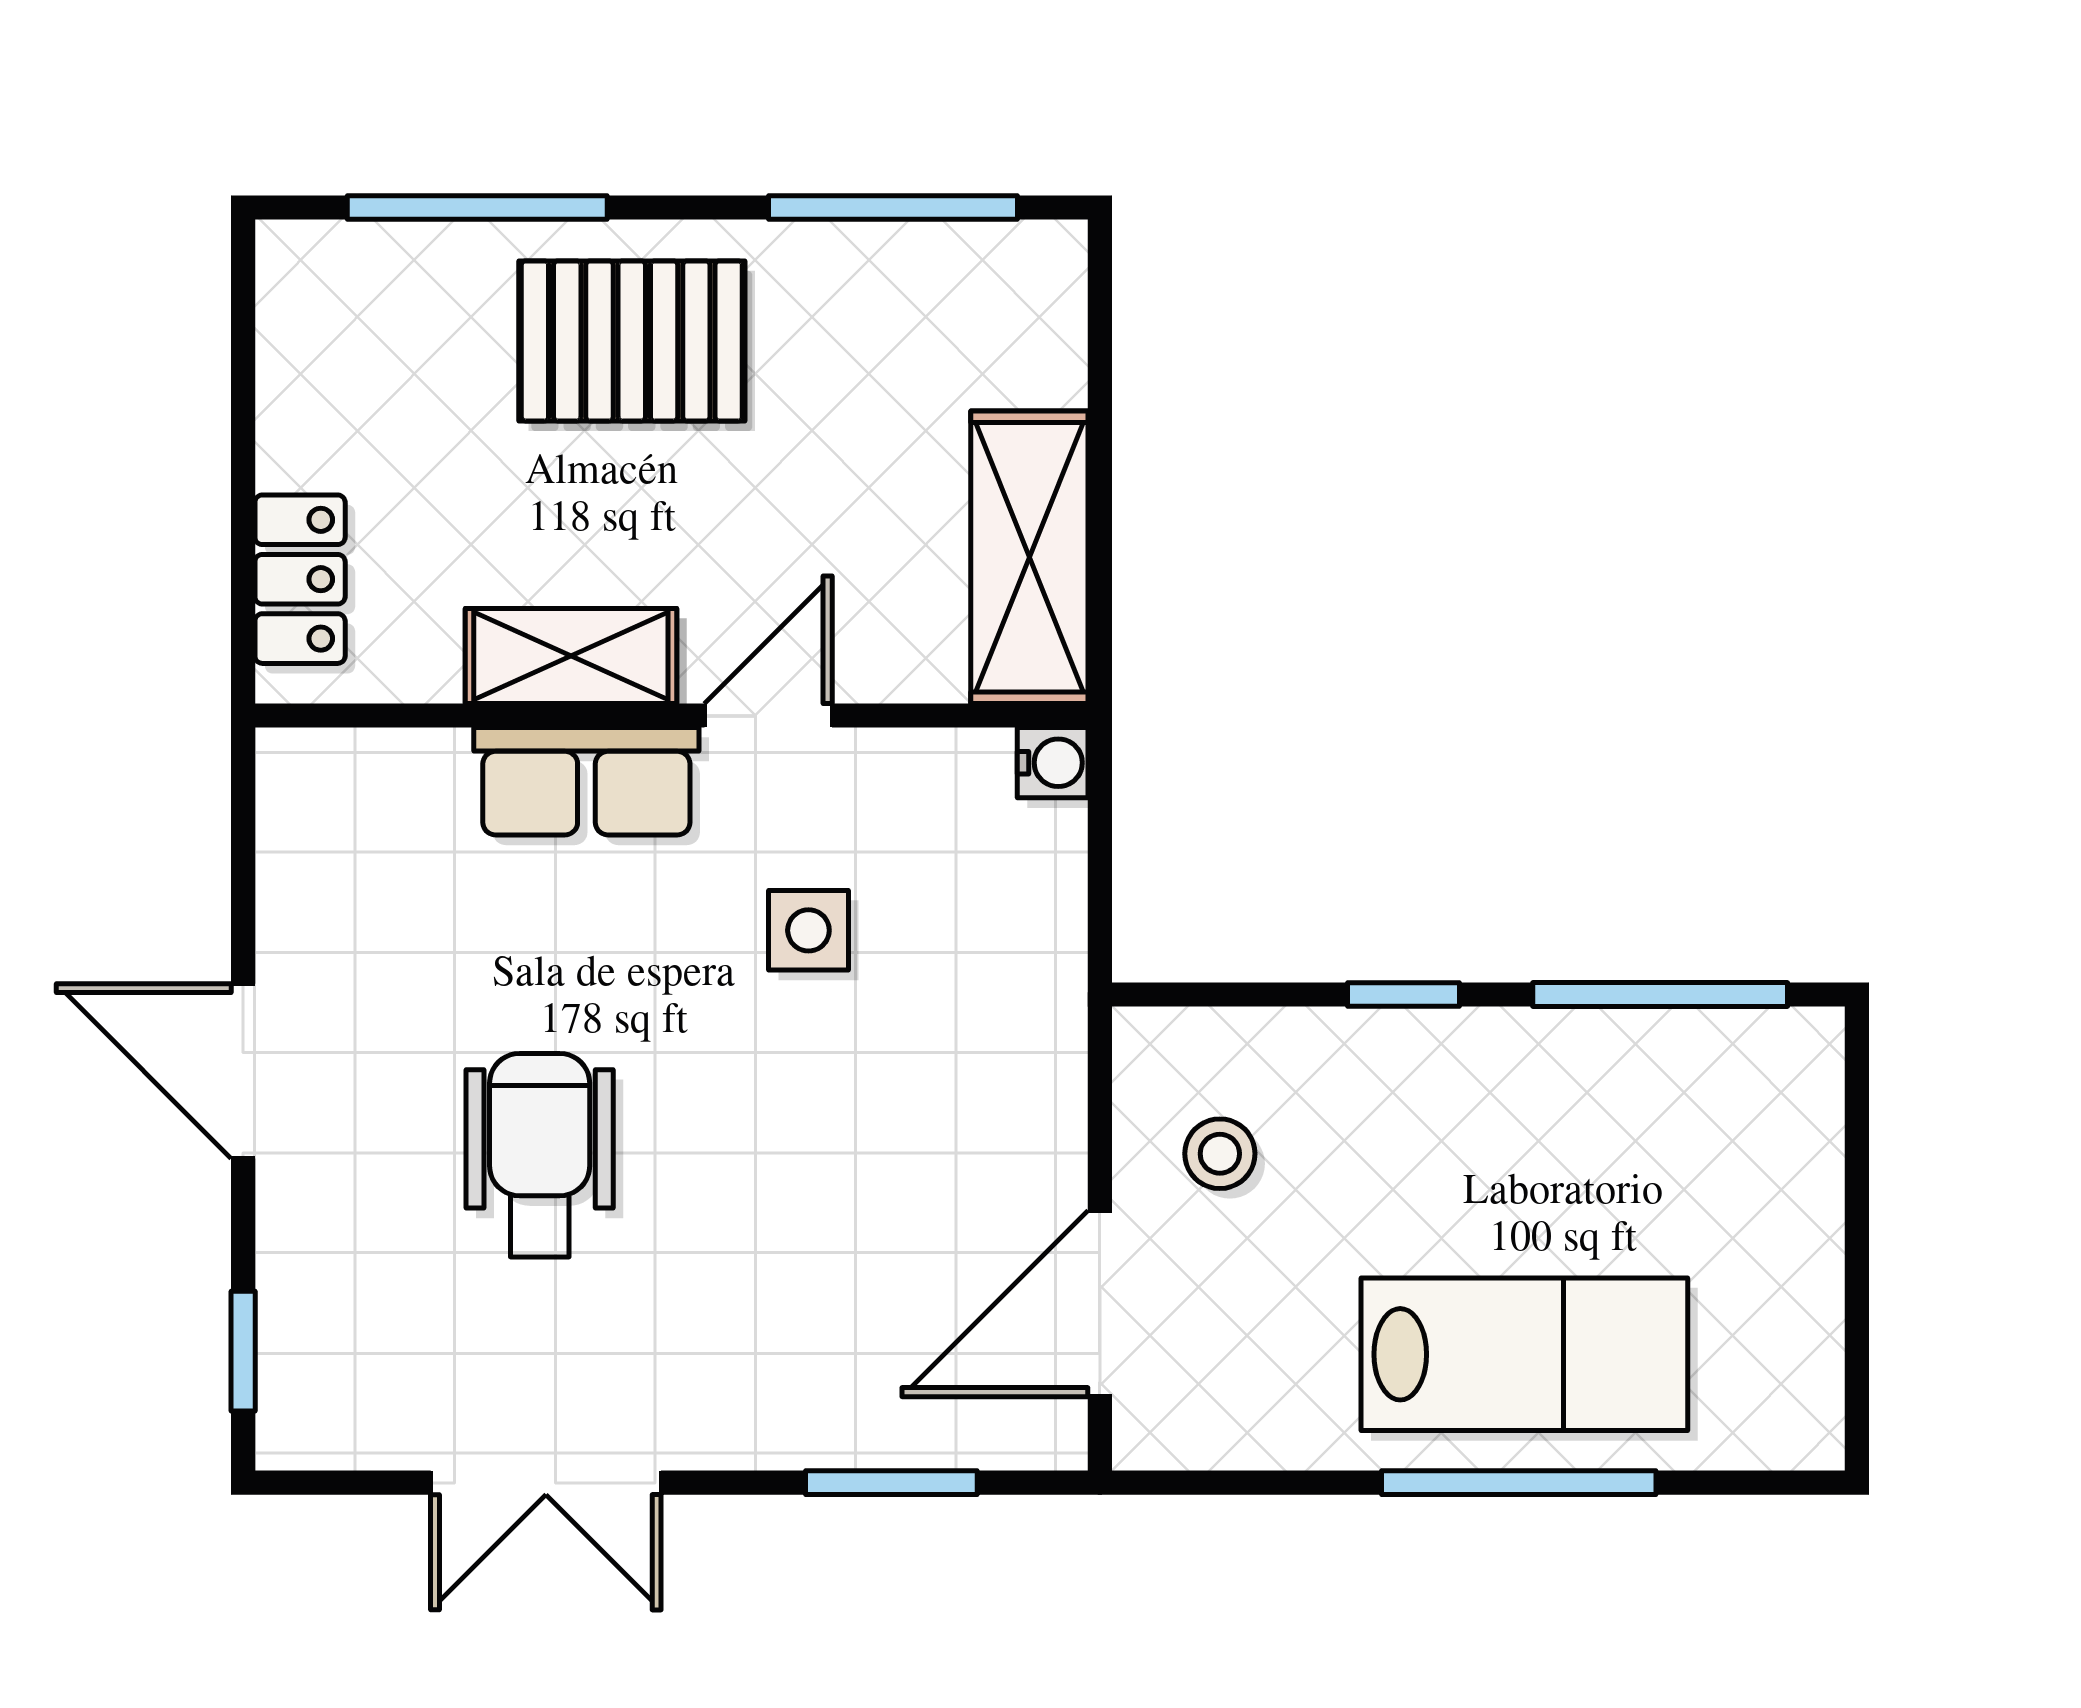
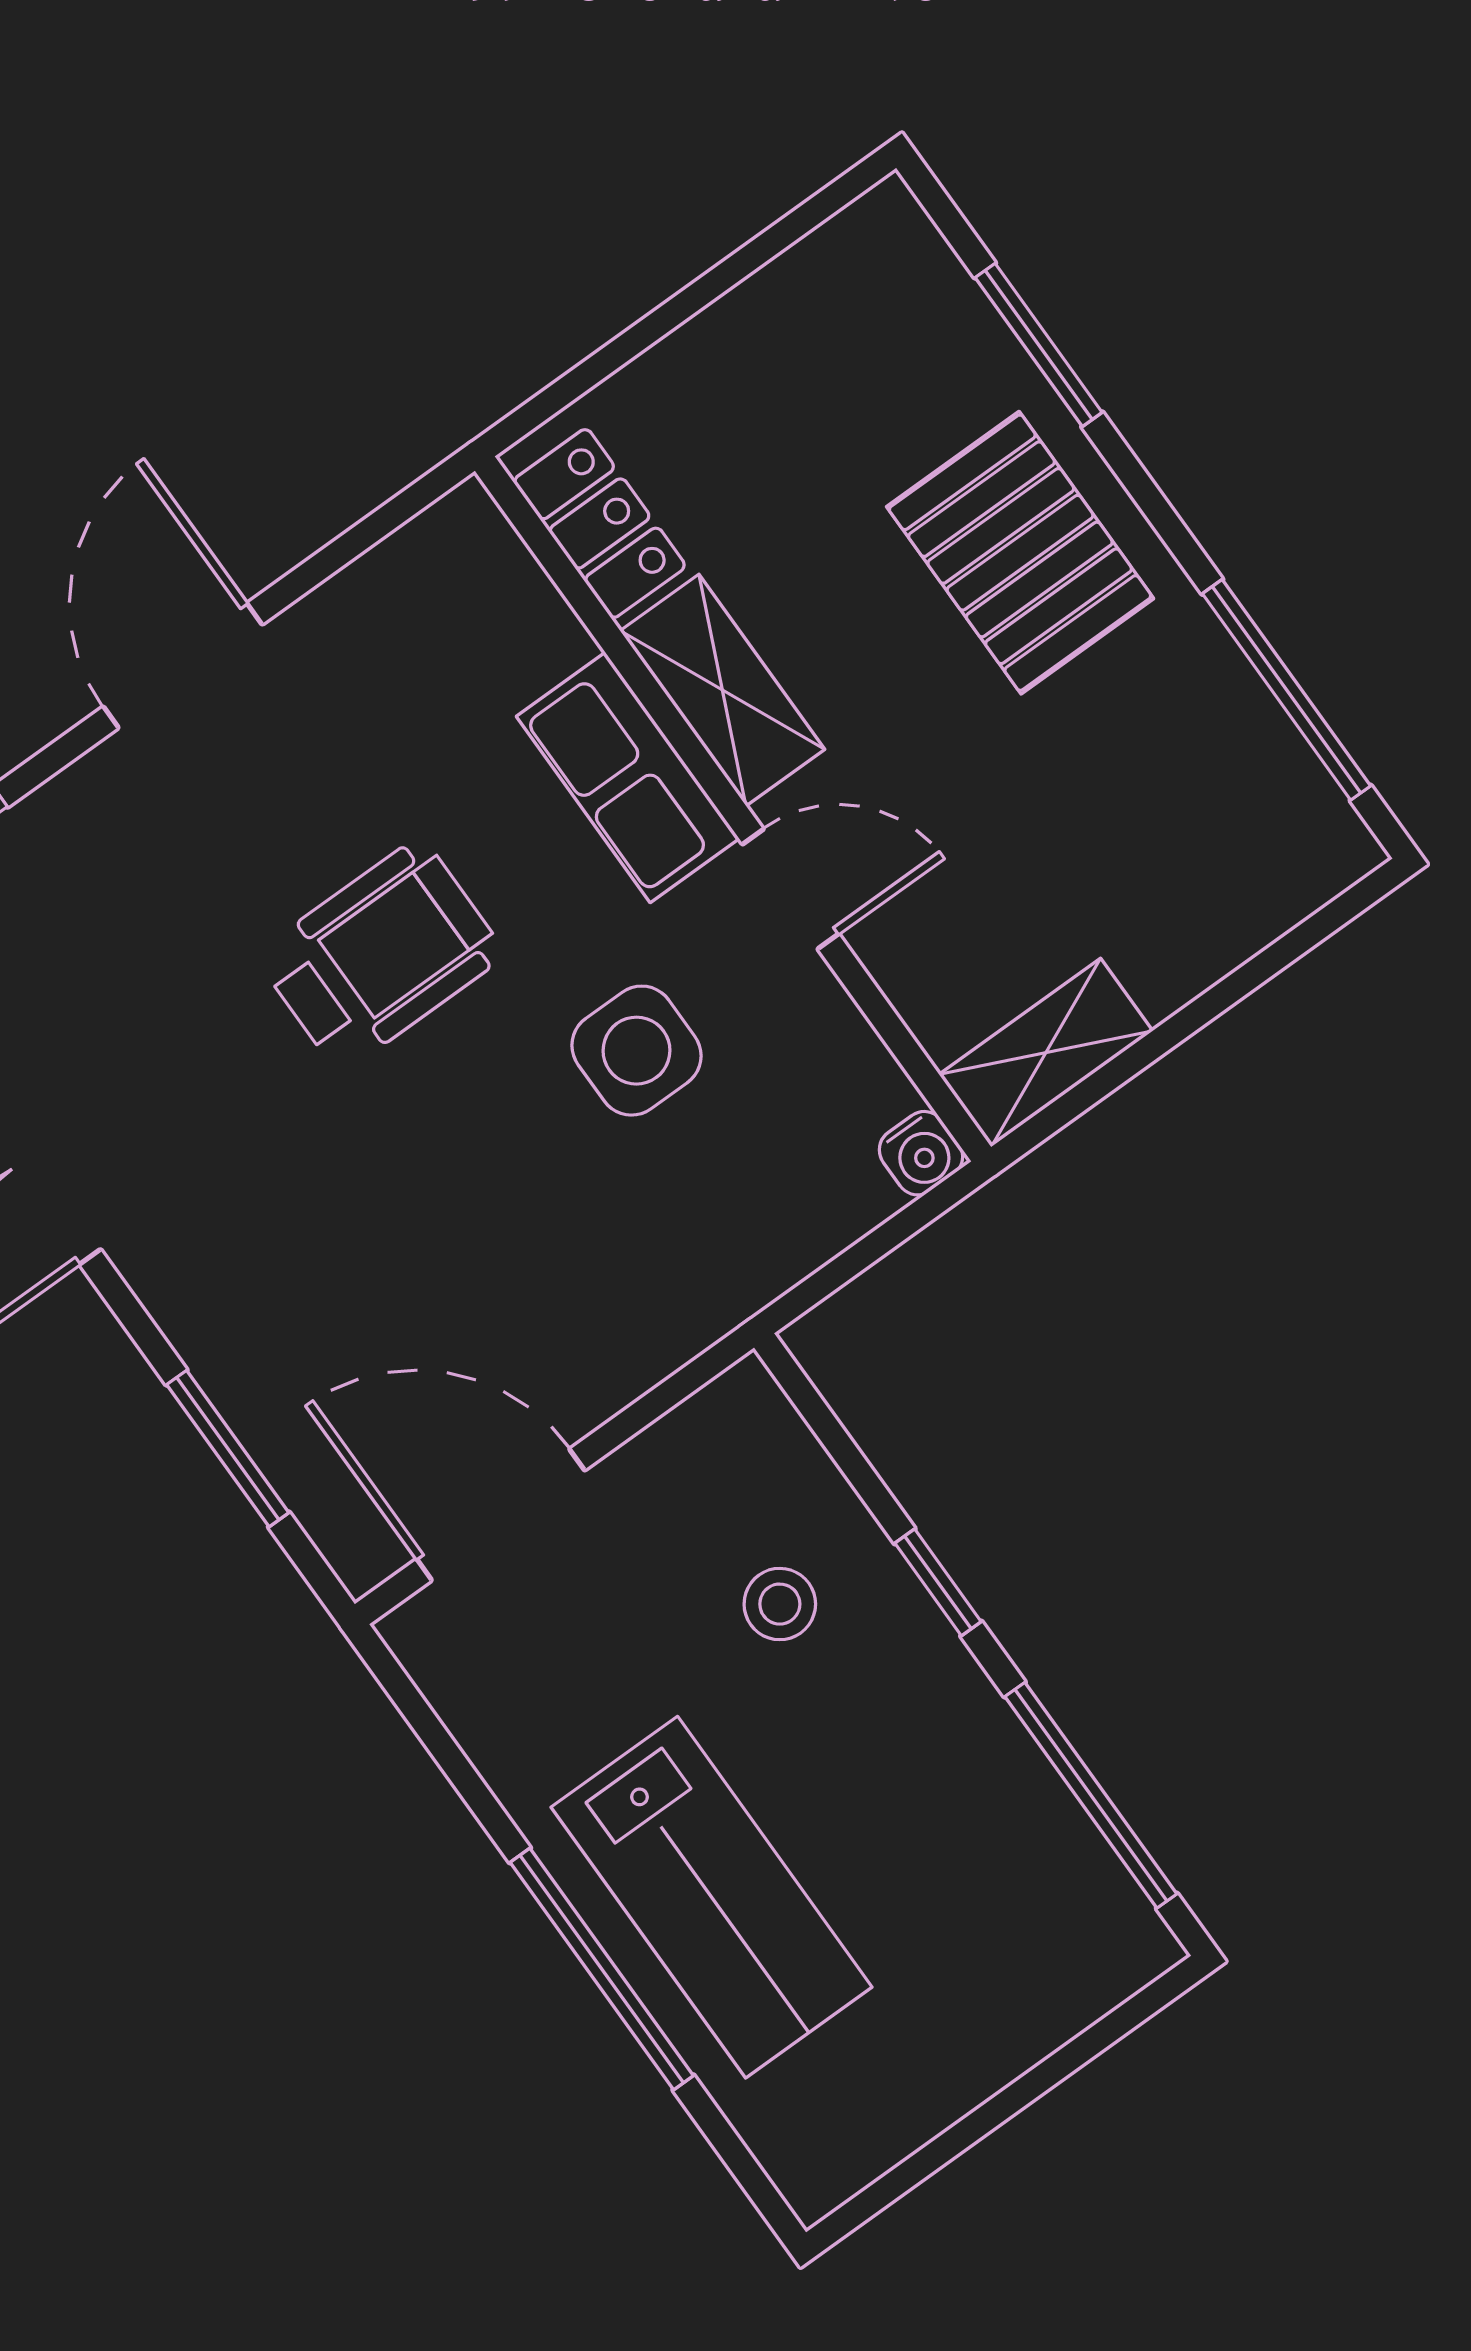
window: (477, 207) -> (1039, 345), width x0.69
shelving: (1029, 557) -> (1046, 1053), width x0.67, depth x0.75
locker: (300, 579) -> (600, 523), moved, turned -90
side table: (808, 930) -> (636, 1051), width x1.37, depth x1.37
stool: (1220, 1154) -> (780, 1604), moved
wheelchair: (540, 1155) -> (380, 955), moved

